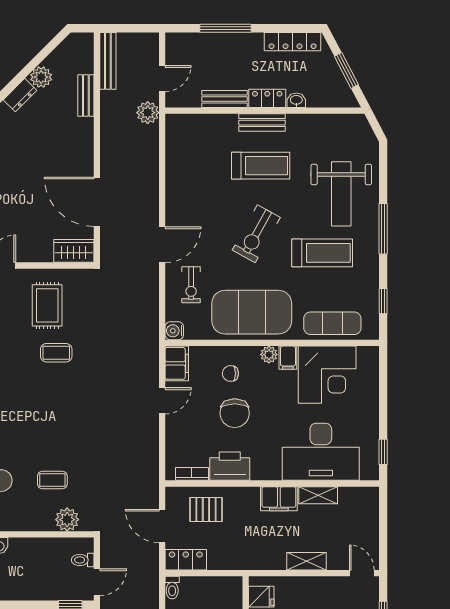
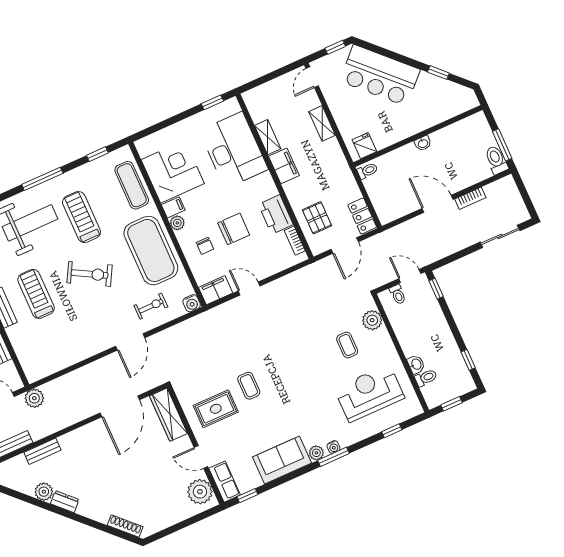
door: (162, 245) -> (130, 342), swing flipped
wardrobe: (74, 251) -> (168, 415), width x1.50
toilet: (172, 588) -> (367, 171), moved

